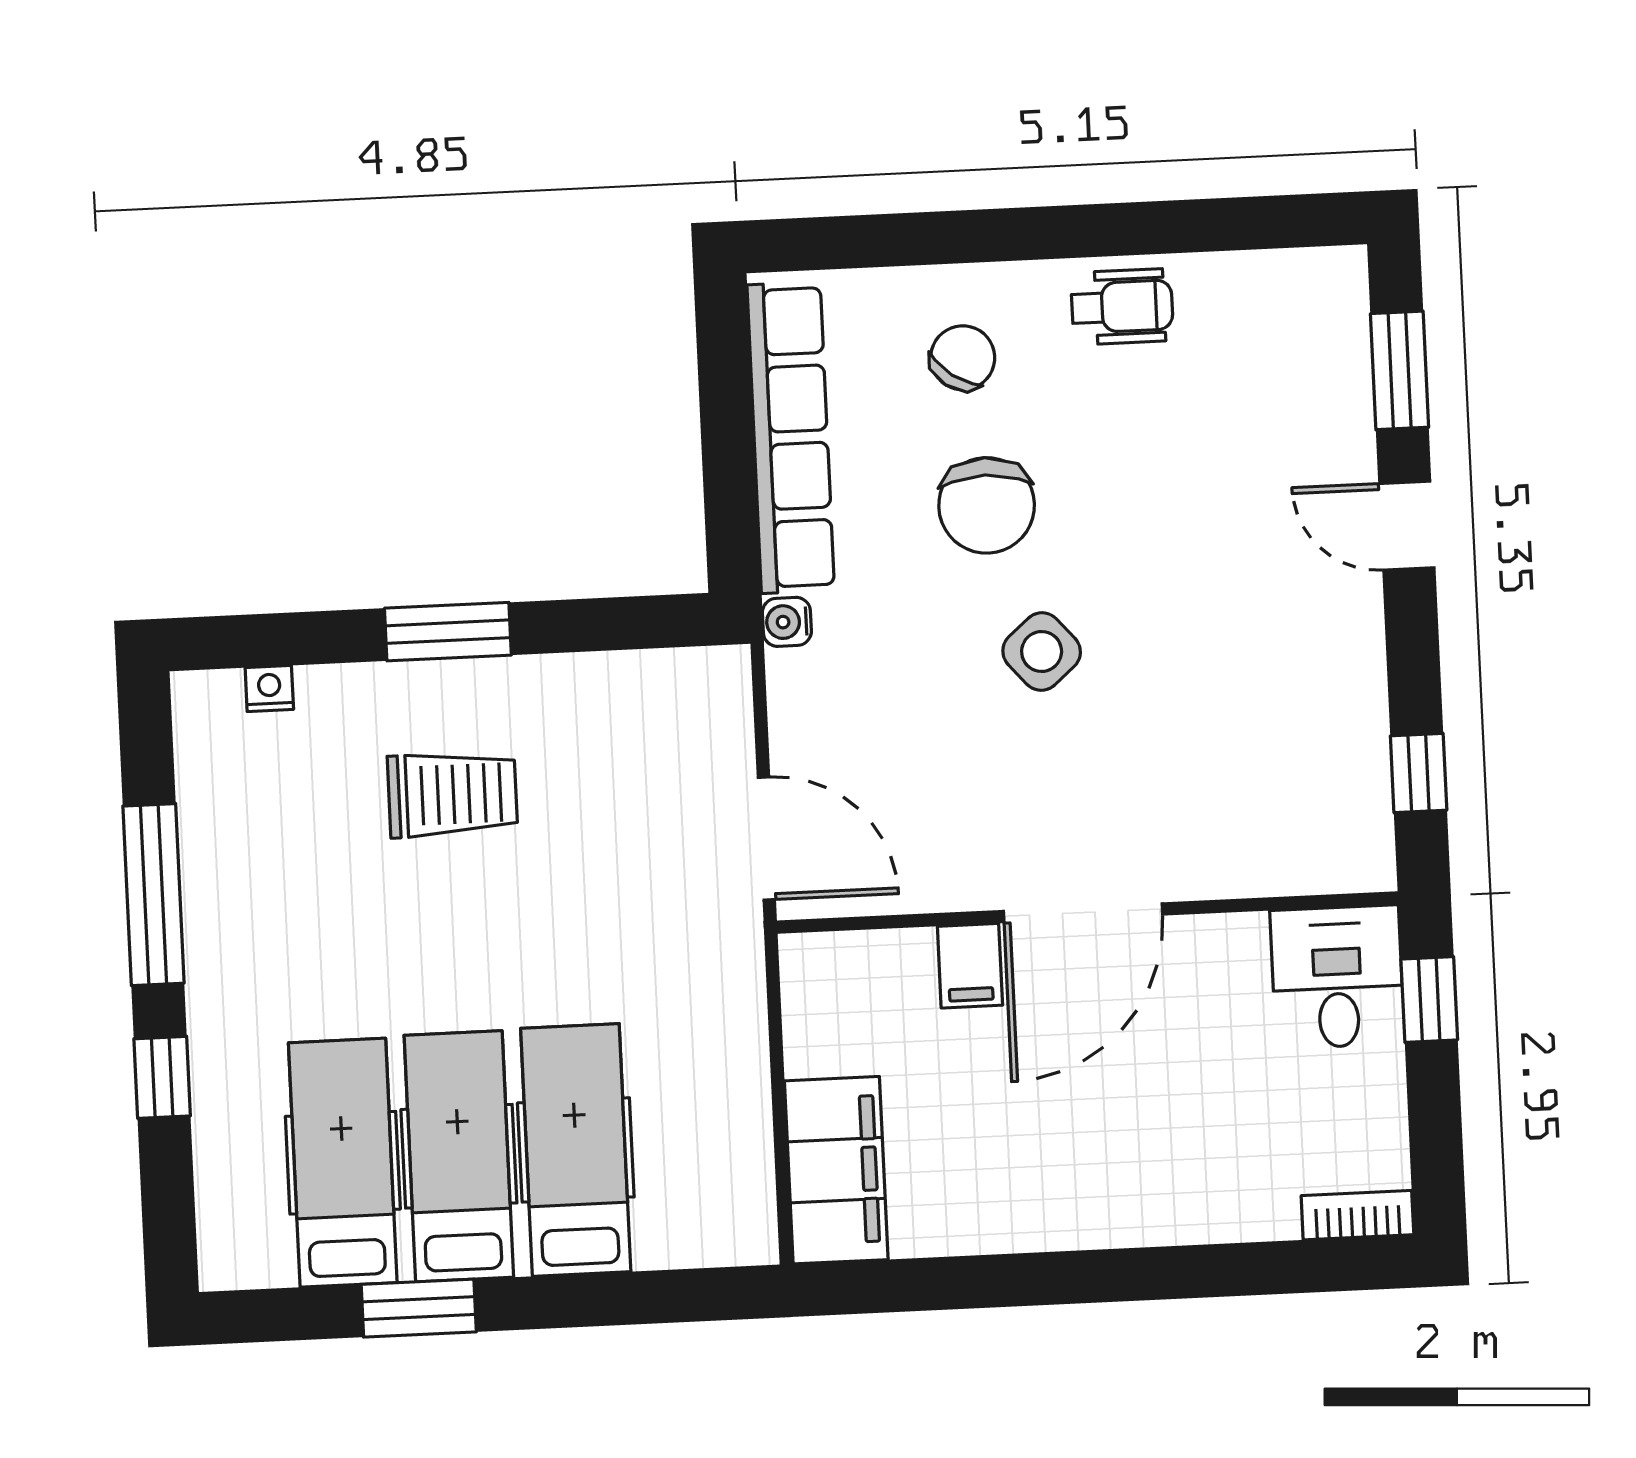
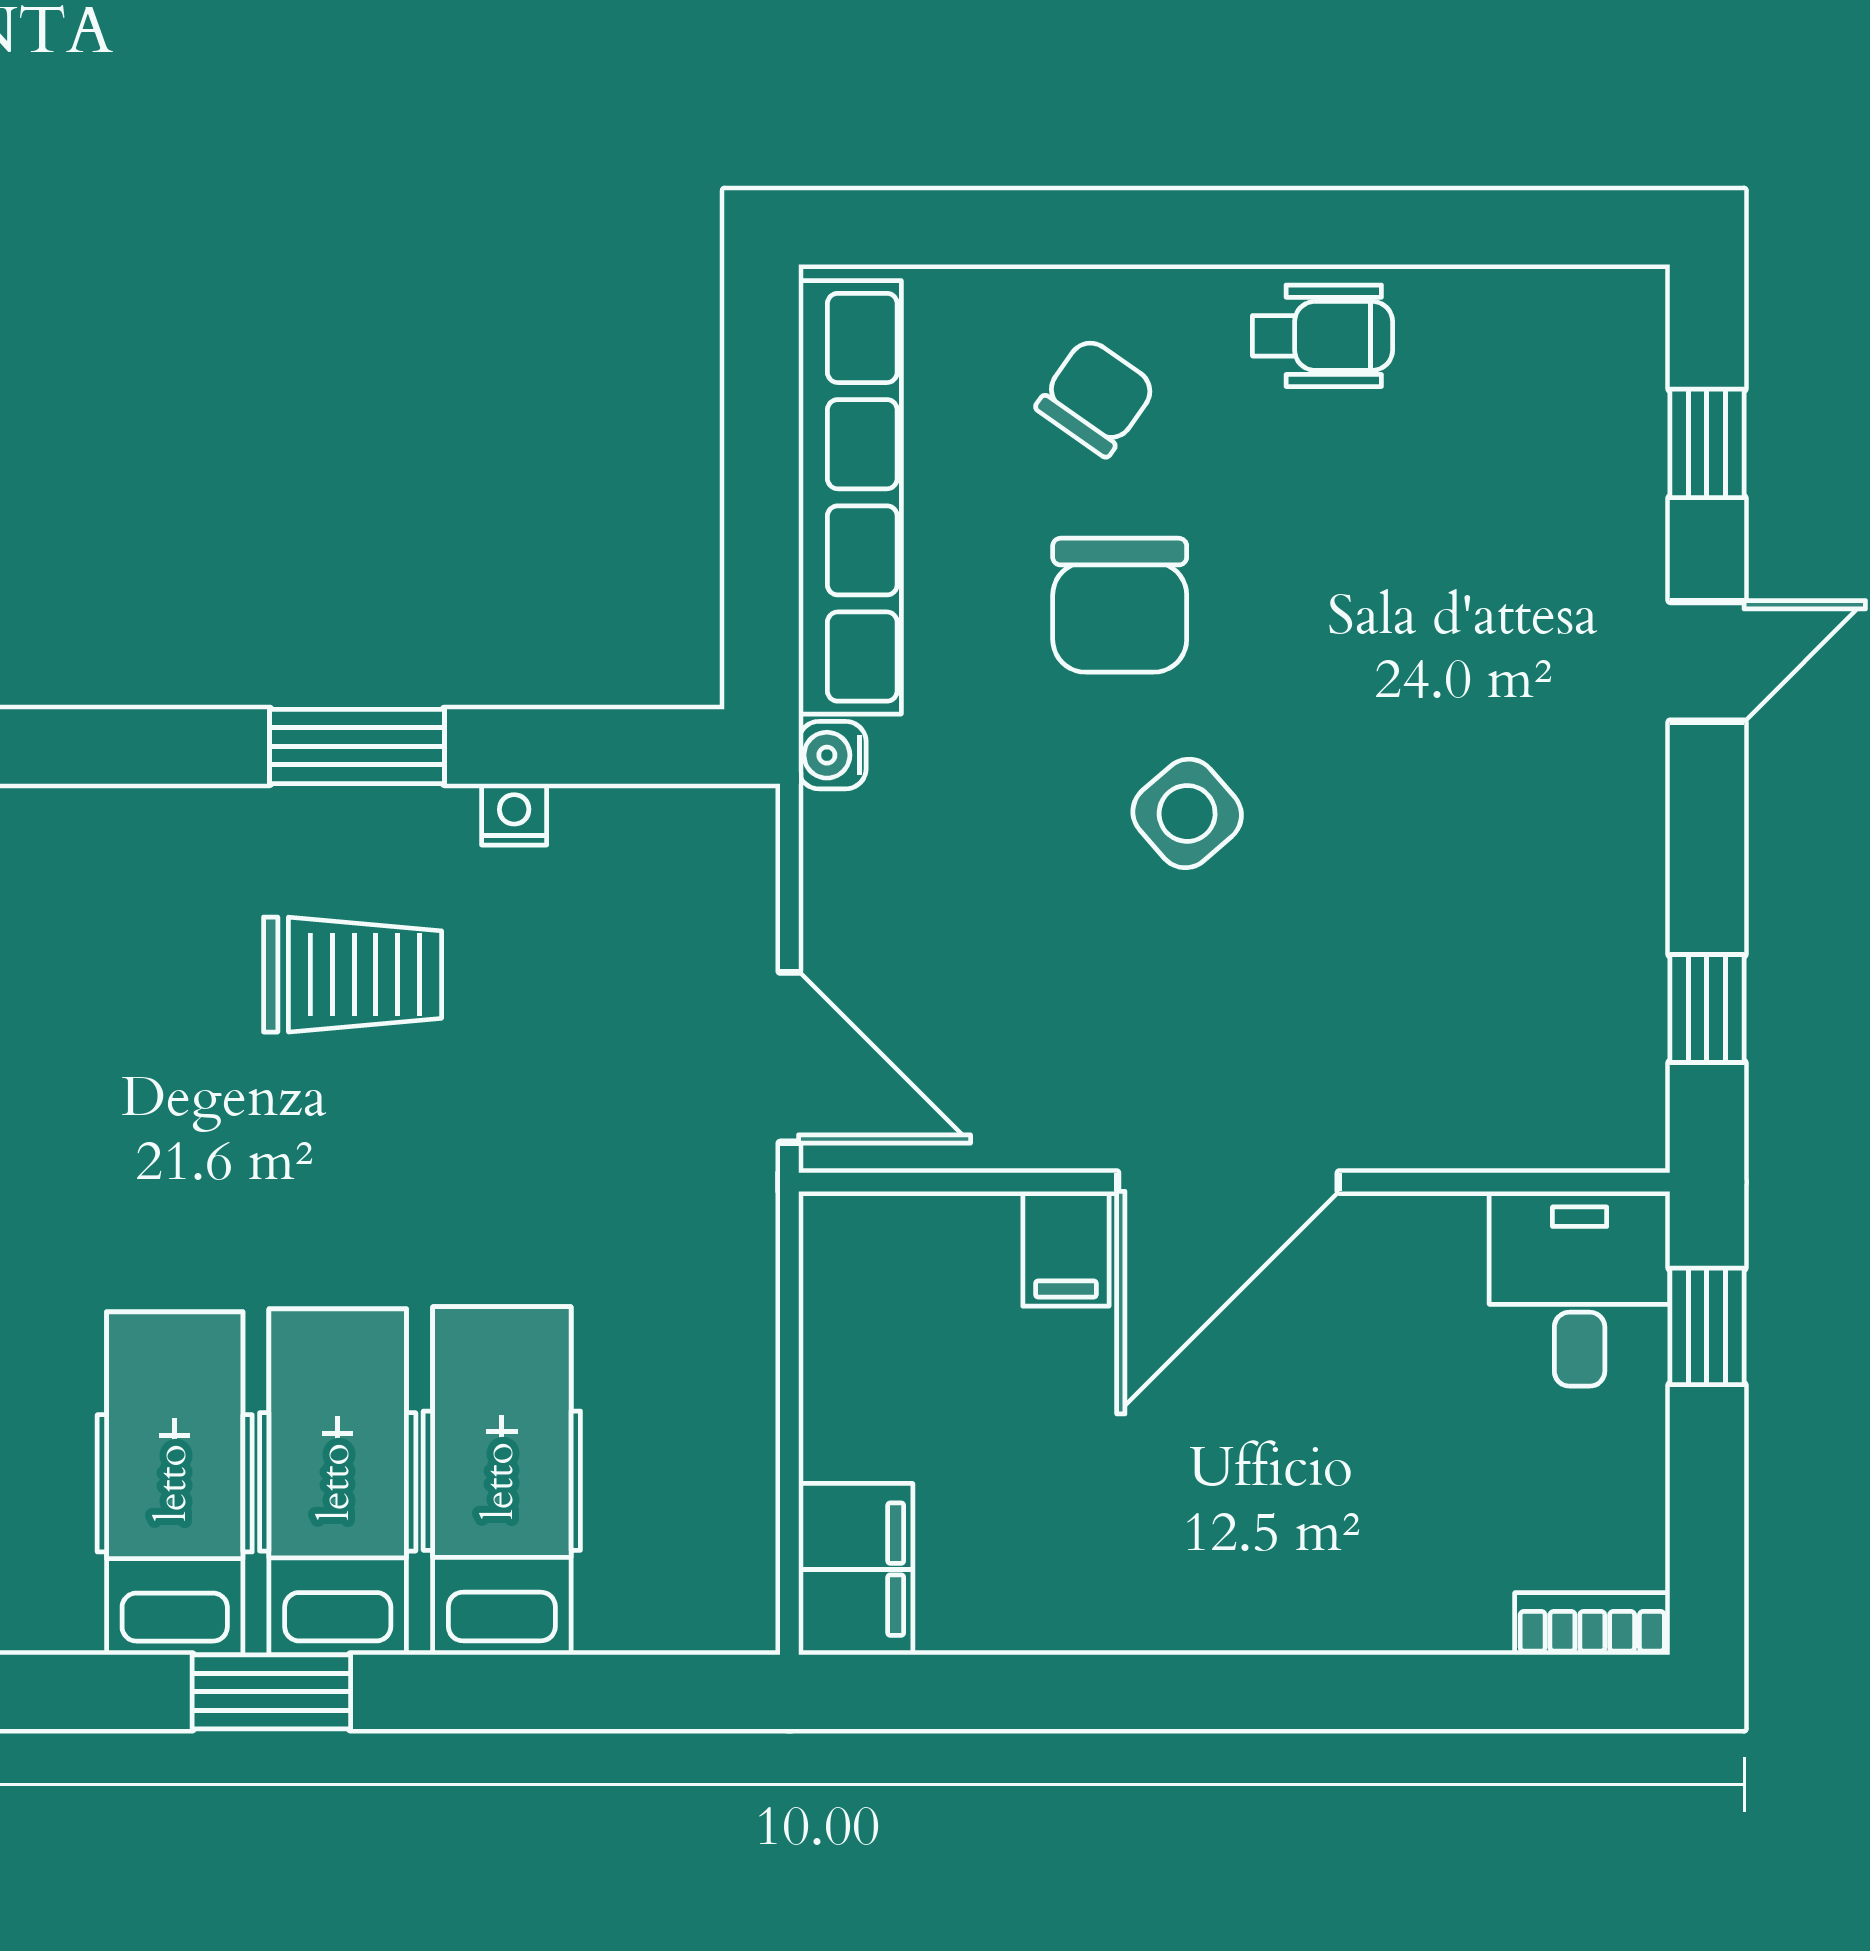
window: (1400, 370) -> (1707, 443), width x0.67
door: (1407, 526) -> (1707, 661), swing flipped
nightstand: (269, 689) -> (514, 814), moved
filing cabinet: (836, 1170) -> (856, 1569), width x0.67, depth x0.86

